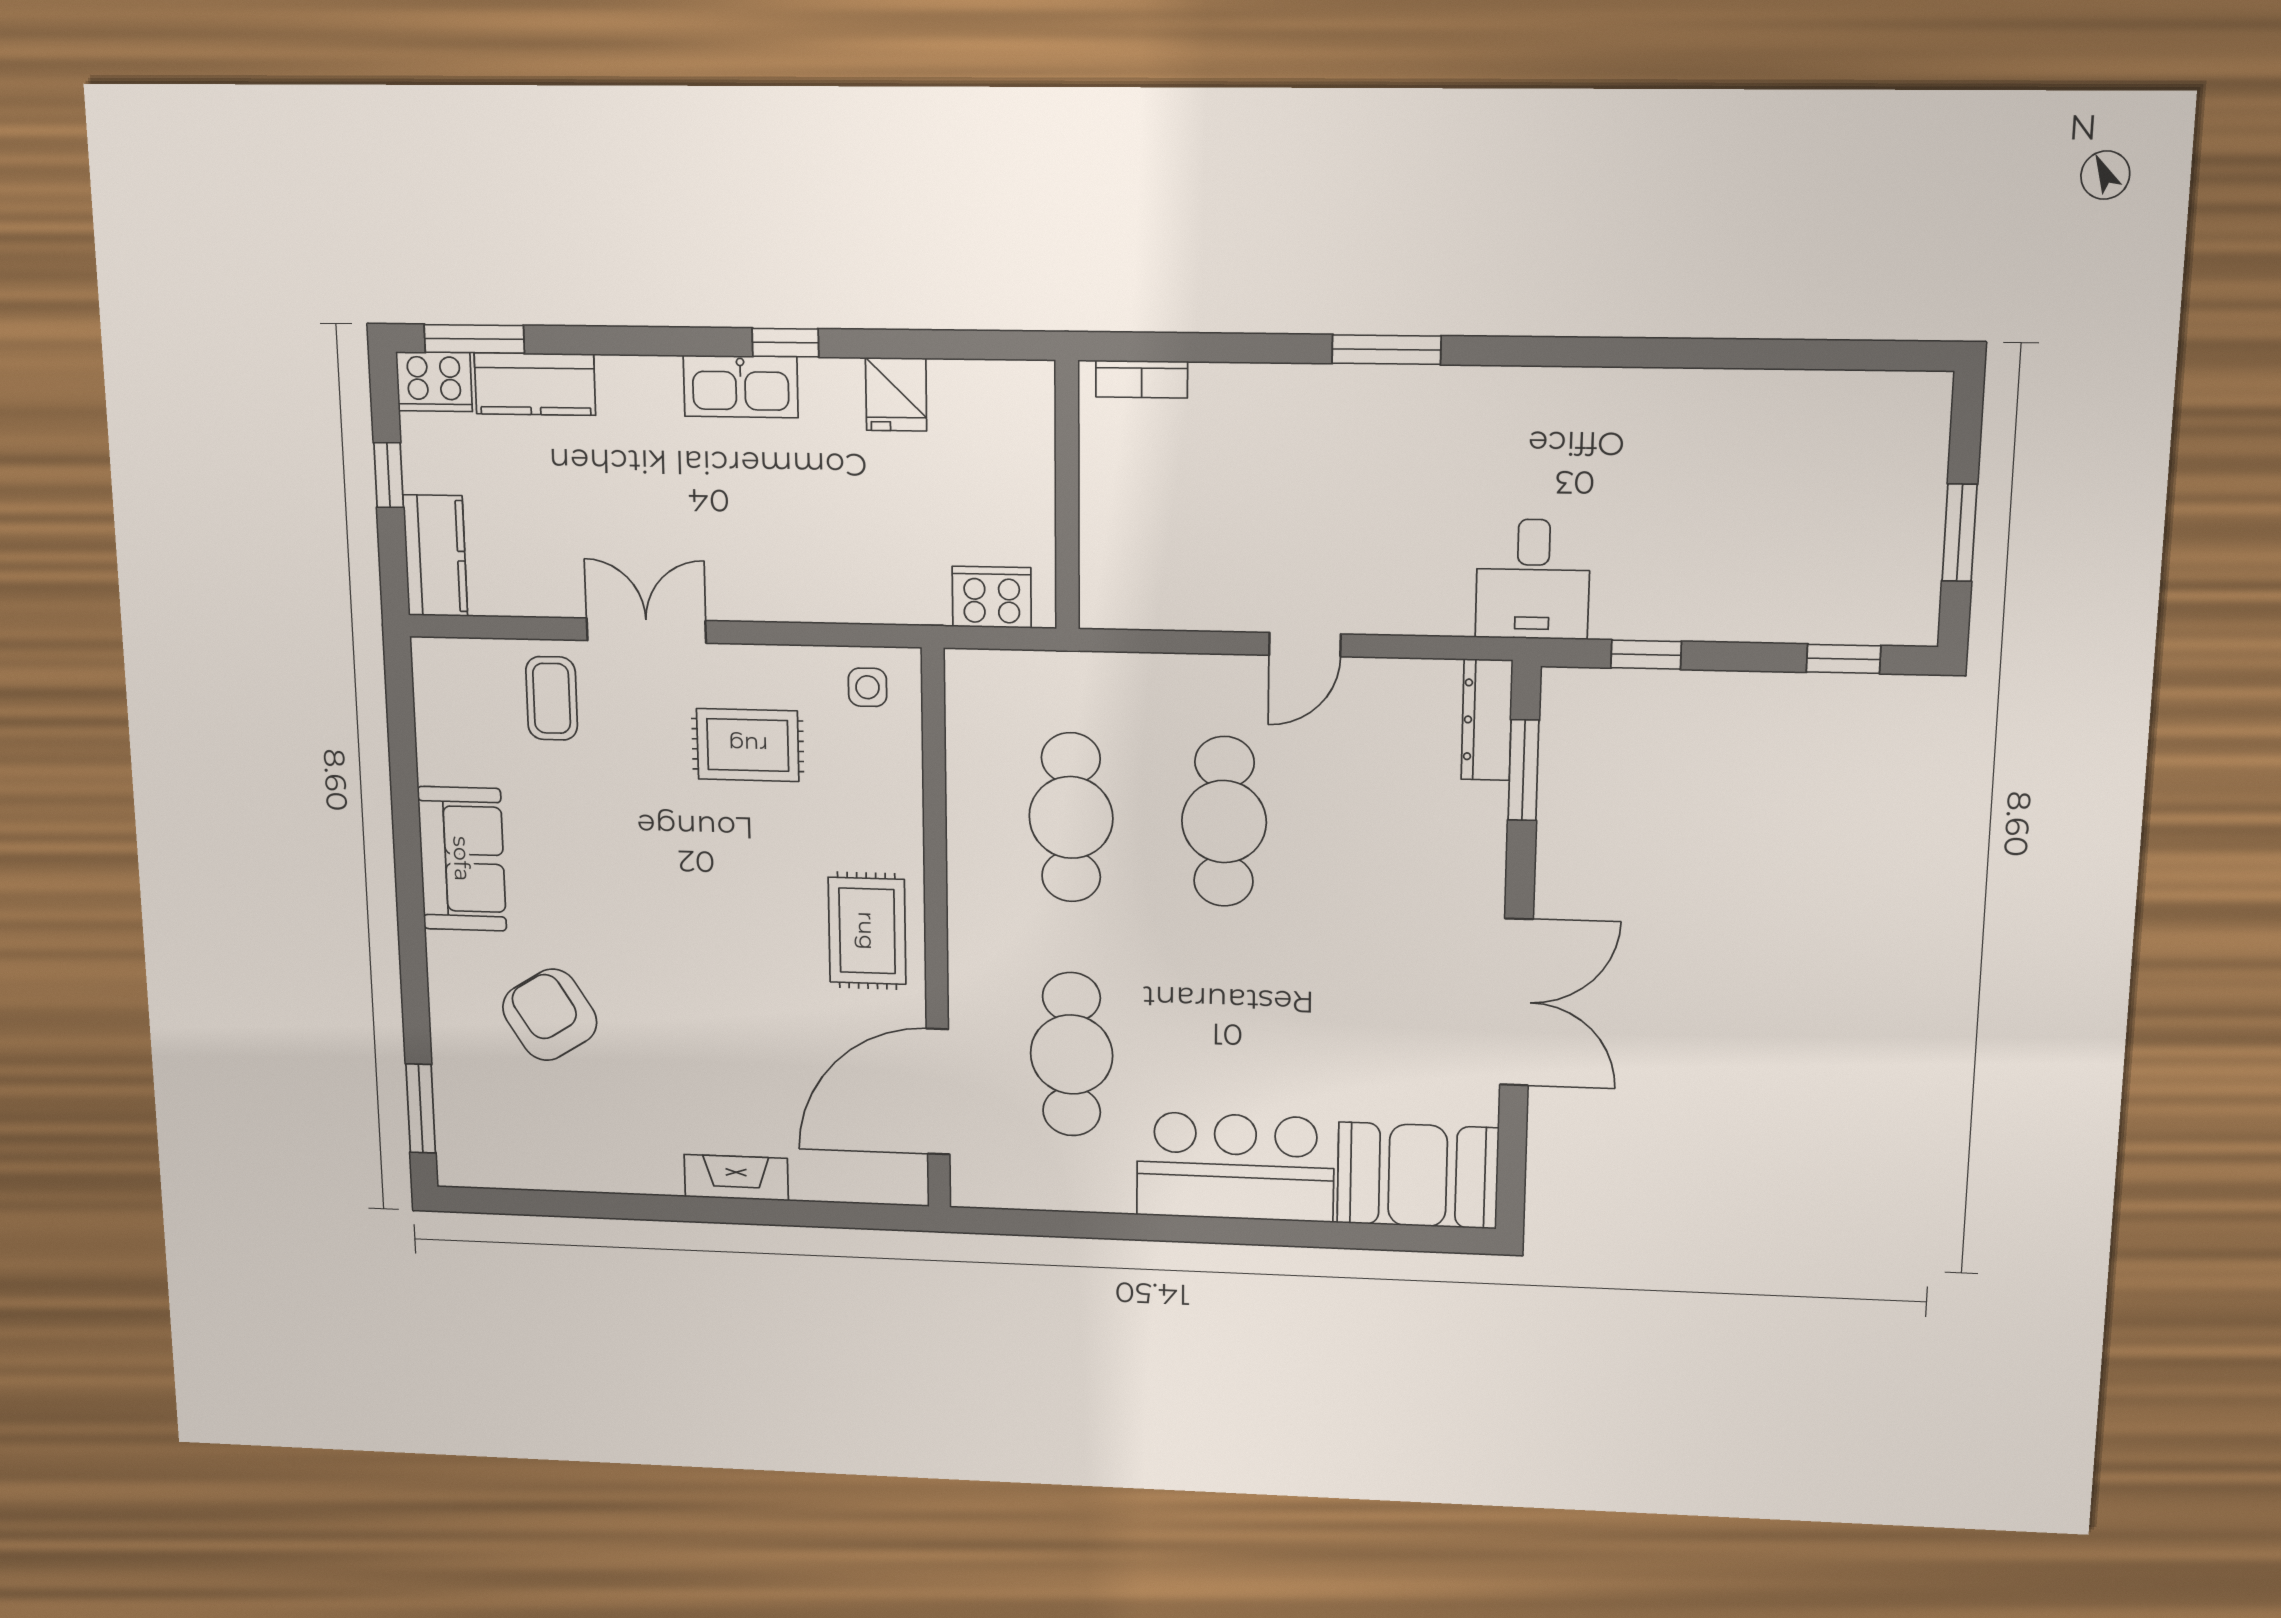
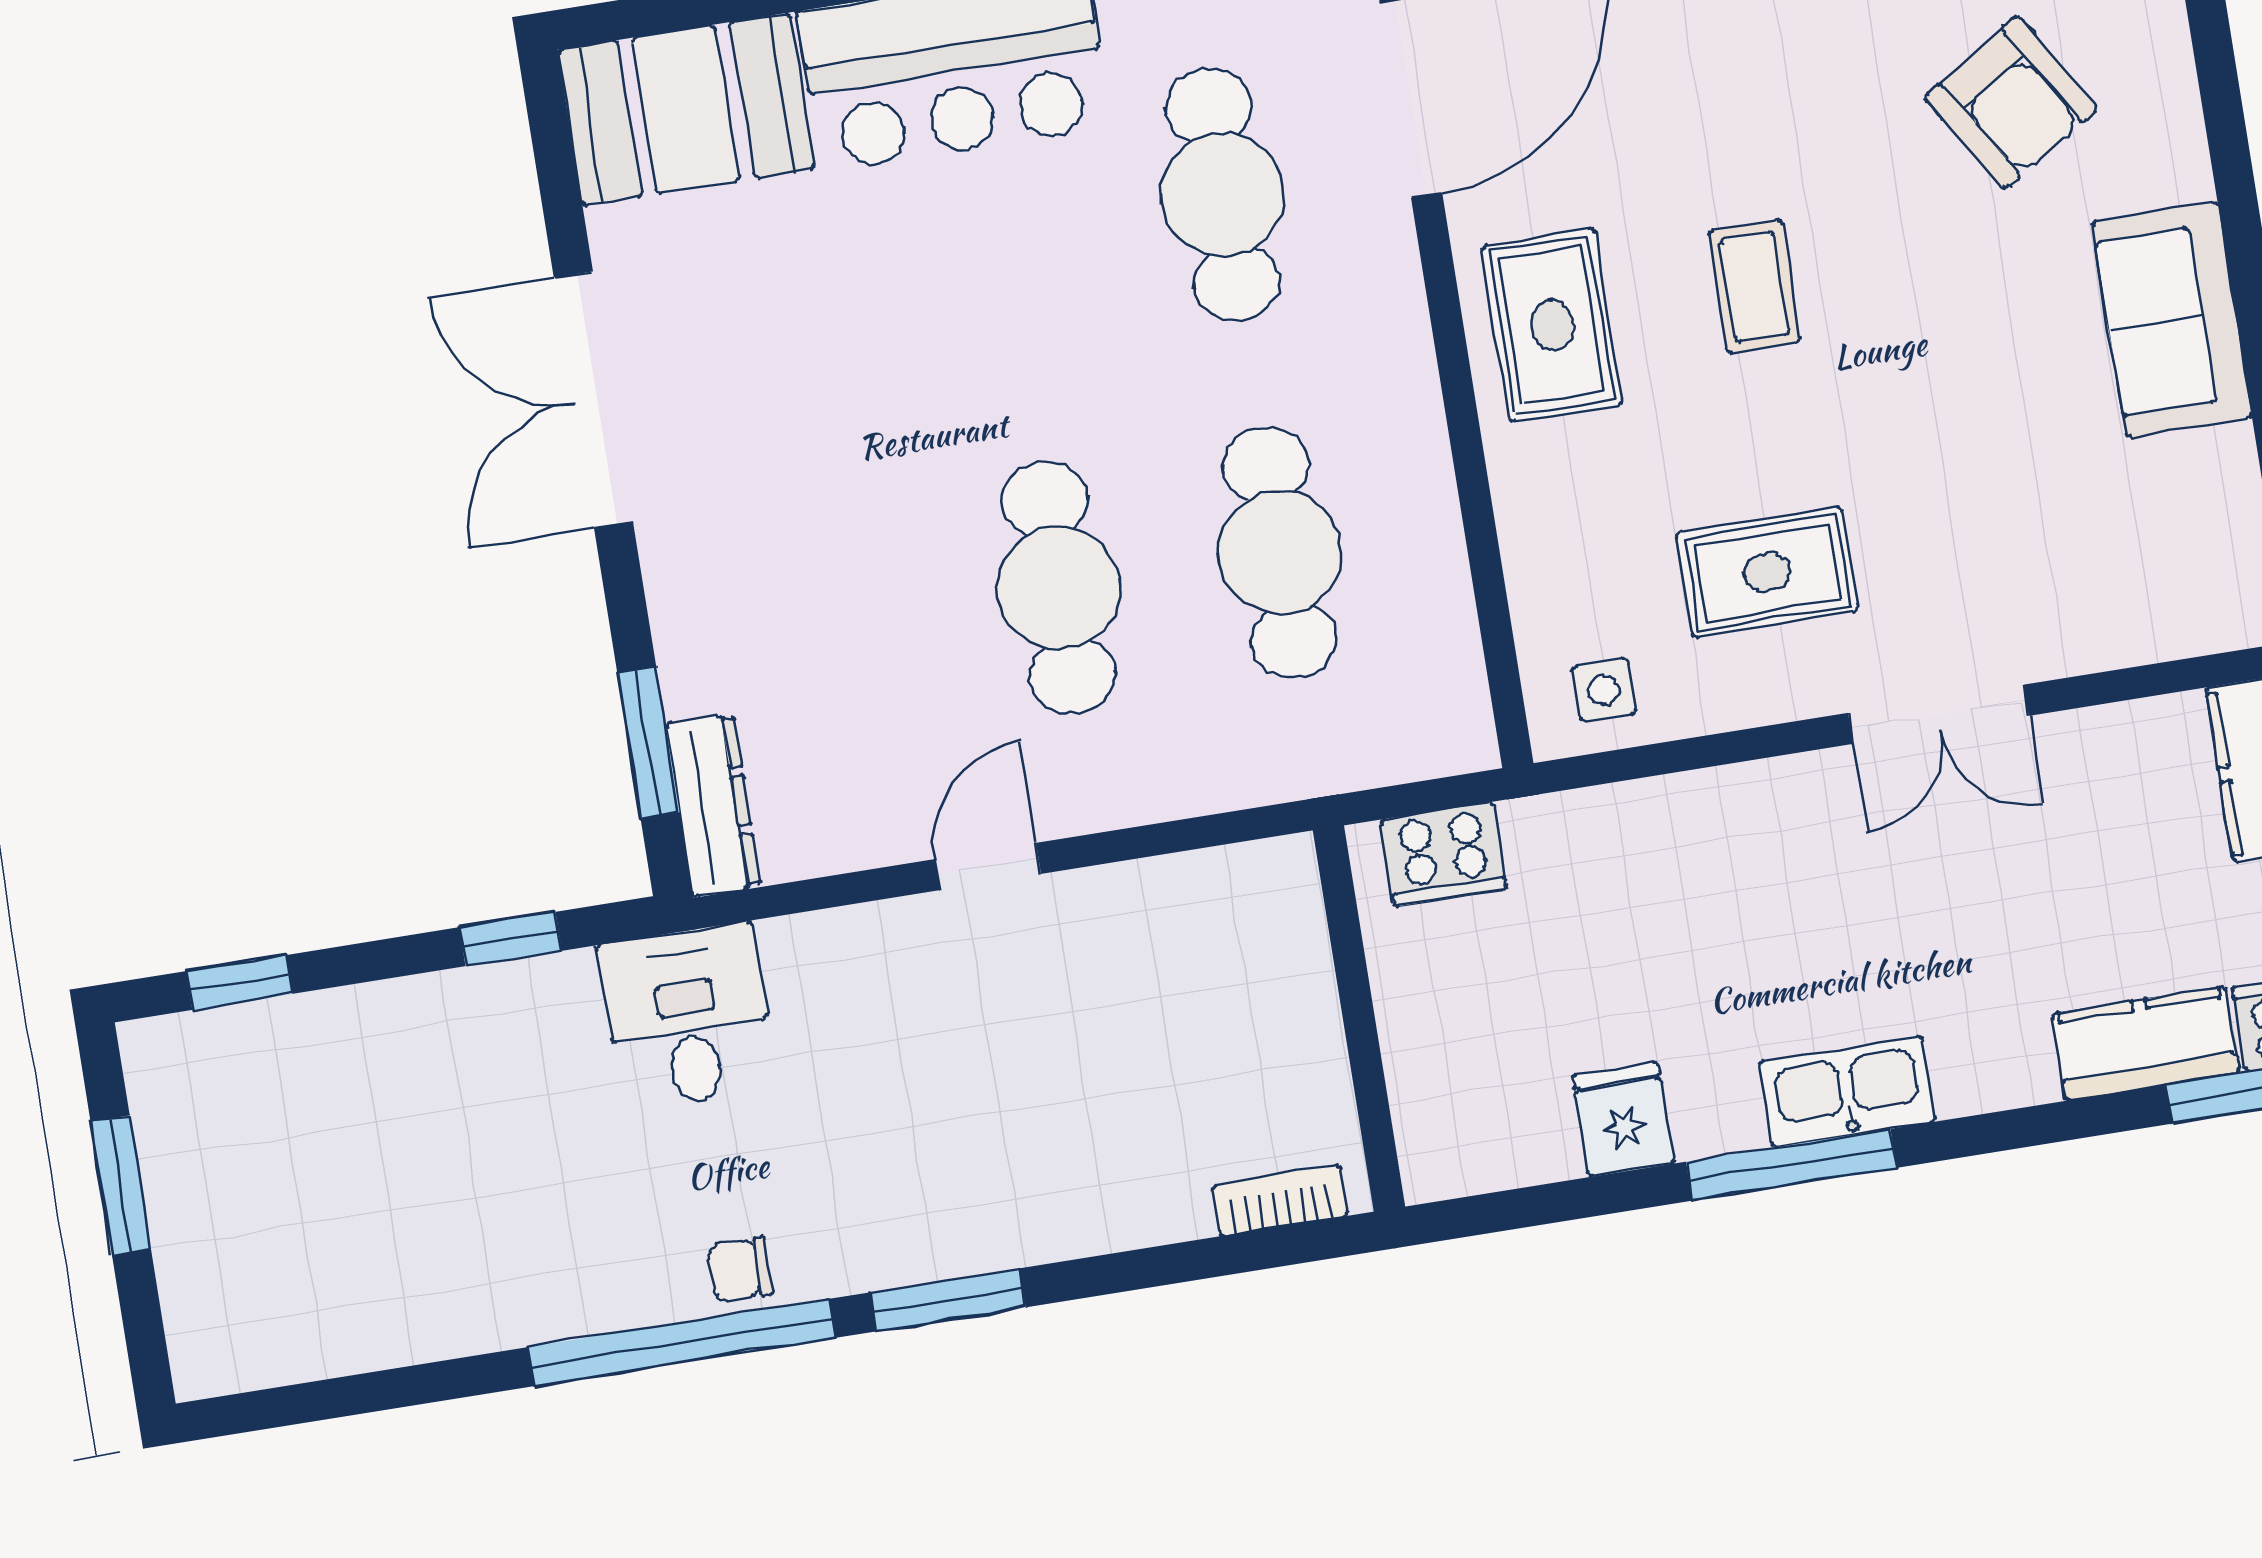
window: (785, 343) -> (1791, 1165), width x2.17
window: (1581, 352) -> (682, 1343), added
chair: (1530, 396) -> (740, 1270), added
coffee table: (552, 698) -> (1754, 286), moved

